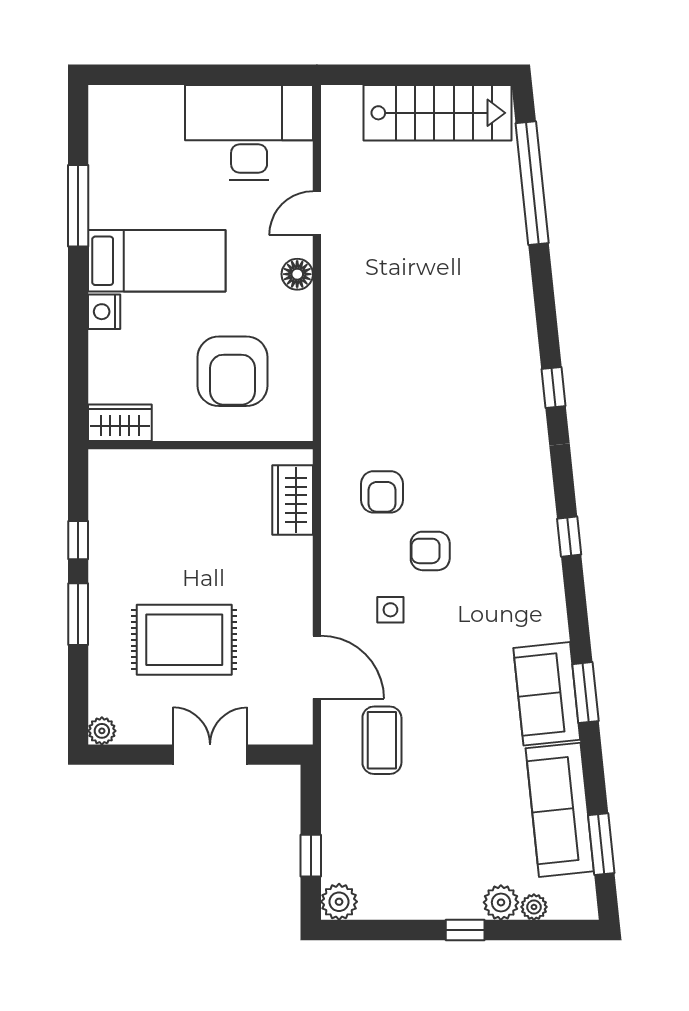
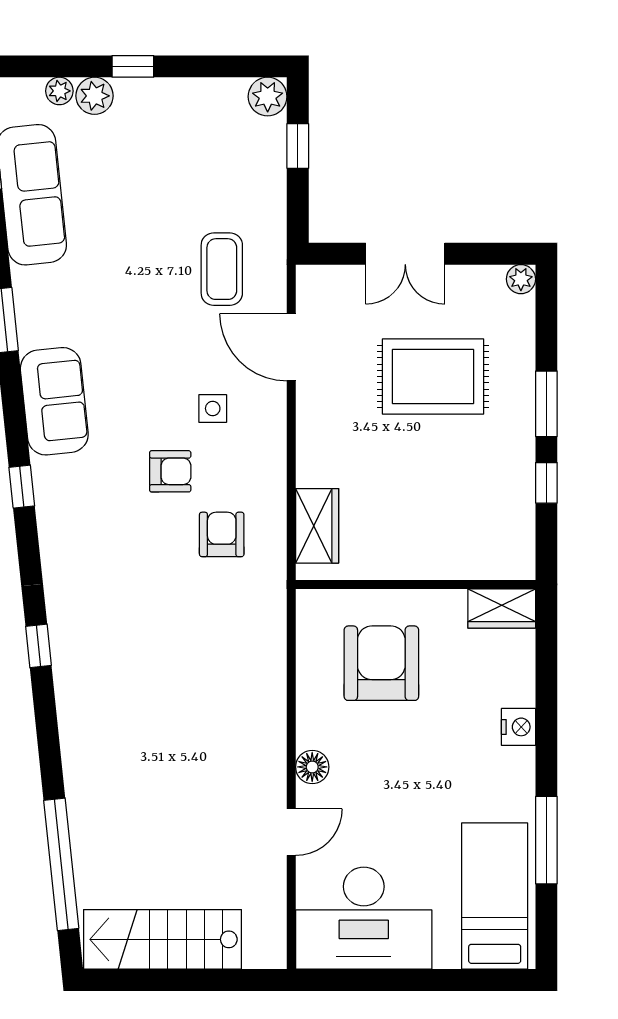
bed: (157, 261) -> (495, 896), moved, turned 90
sofa: (547, 694) -> (54, 401), moved

